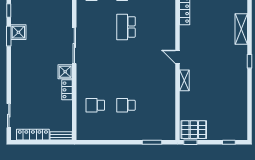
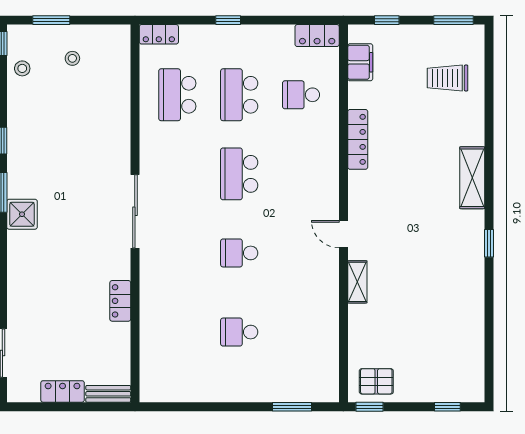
shower: (18, 32) -> (22, 214), moved
shower: (65, 72) -> (116, 264), removed
school desk: (95, 105) -> (239, 253), moved
pallet: (194, 130) -> (376, 381), width x0.67, depth x0.71
locker: (33, 135) -> (63, 391), width x0.66

